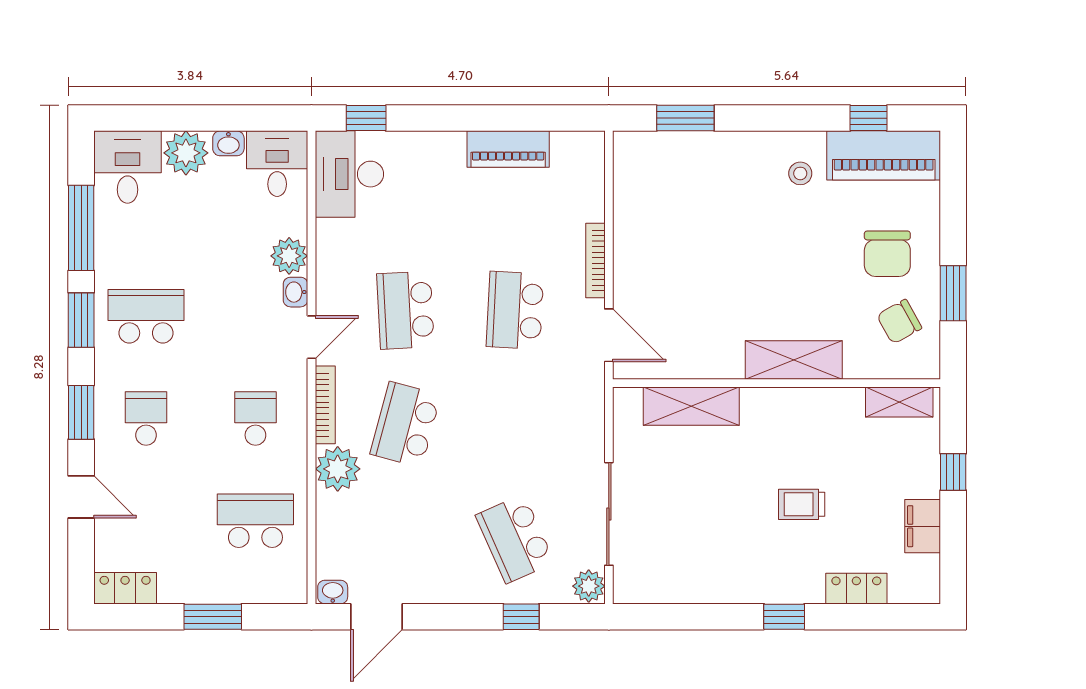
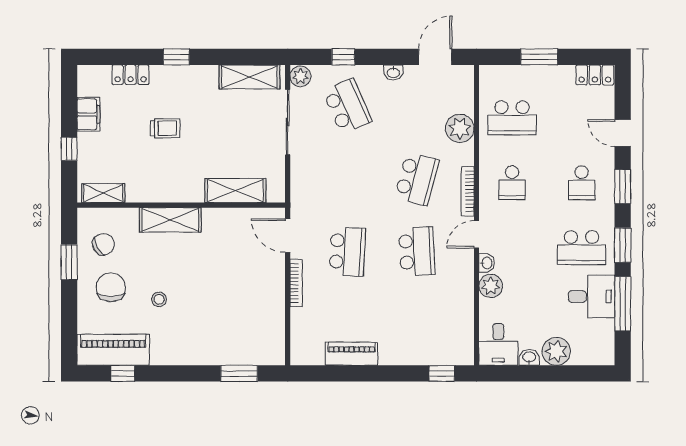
desk: (128, 167) -> (592, 296), moved, turned -90
stool: (800, 173) -> (159, 299), moved
desk: (349, 174) -> (452, 338), removed
plant: (338, 469) -> (460, 128), moved
shelving: (669, 585) -> (249, 77), added
washbasin: (333, 592) -> (393, 73), moved

